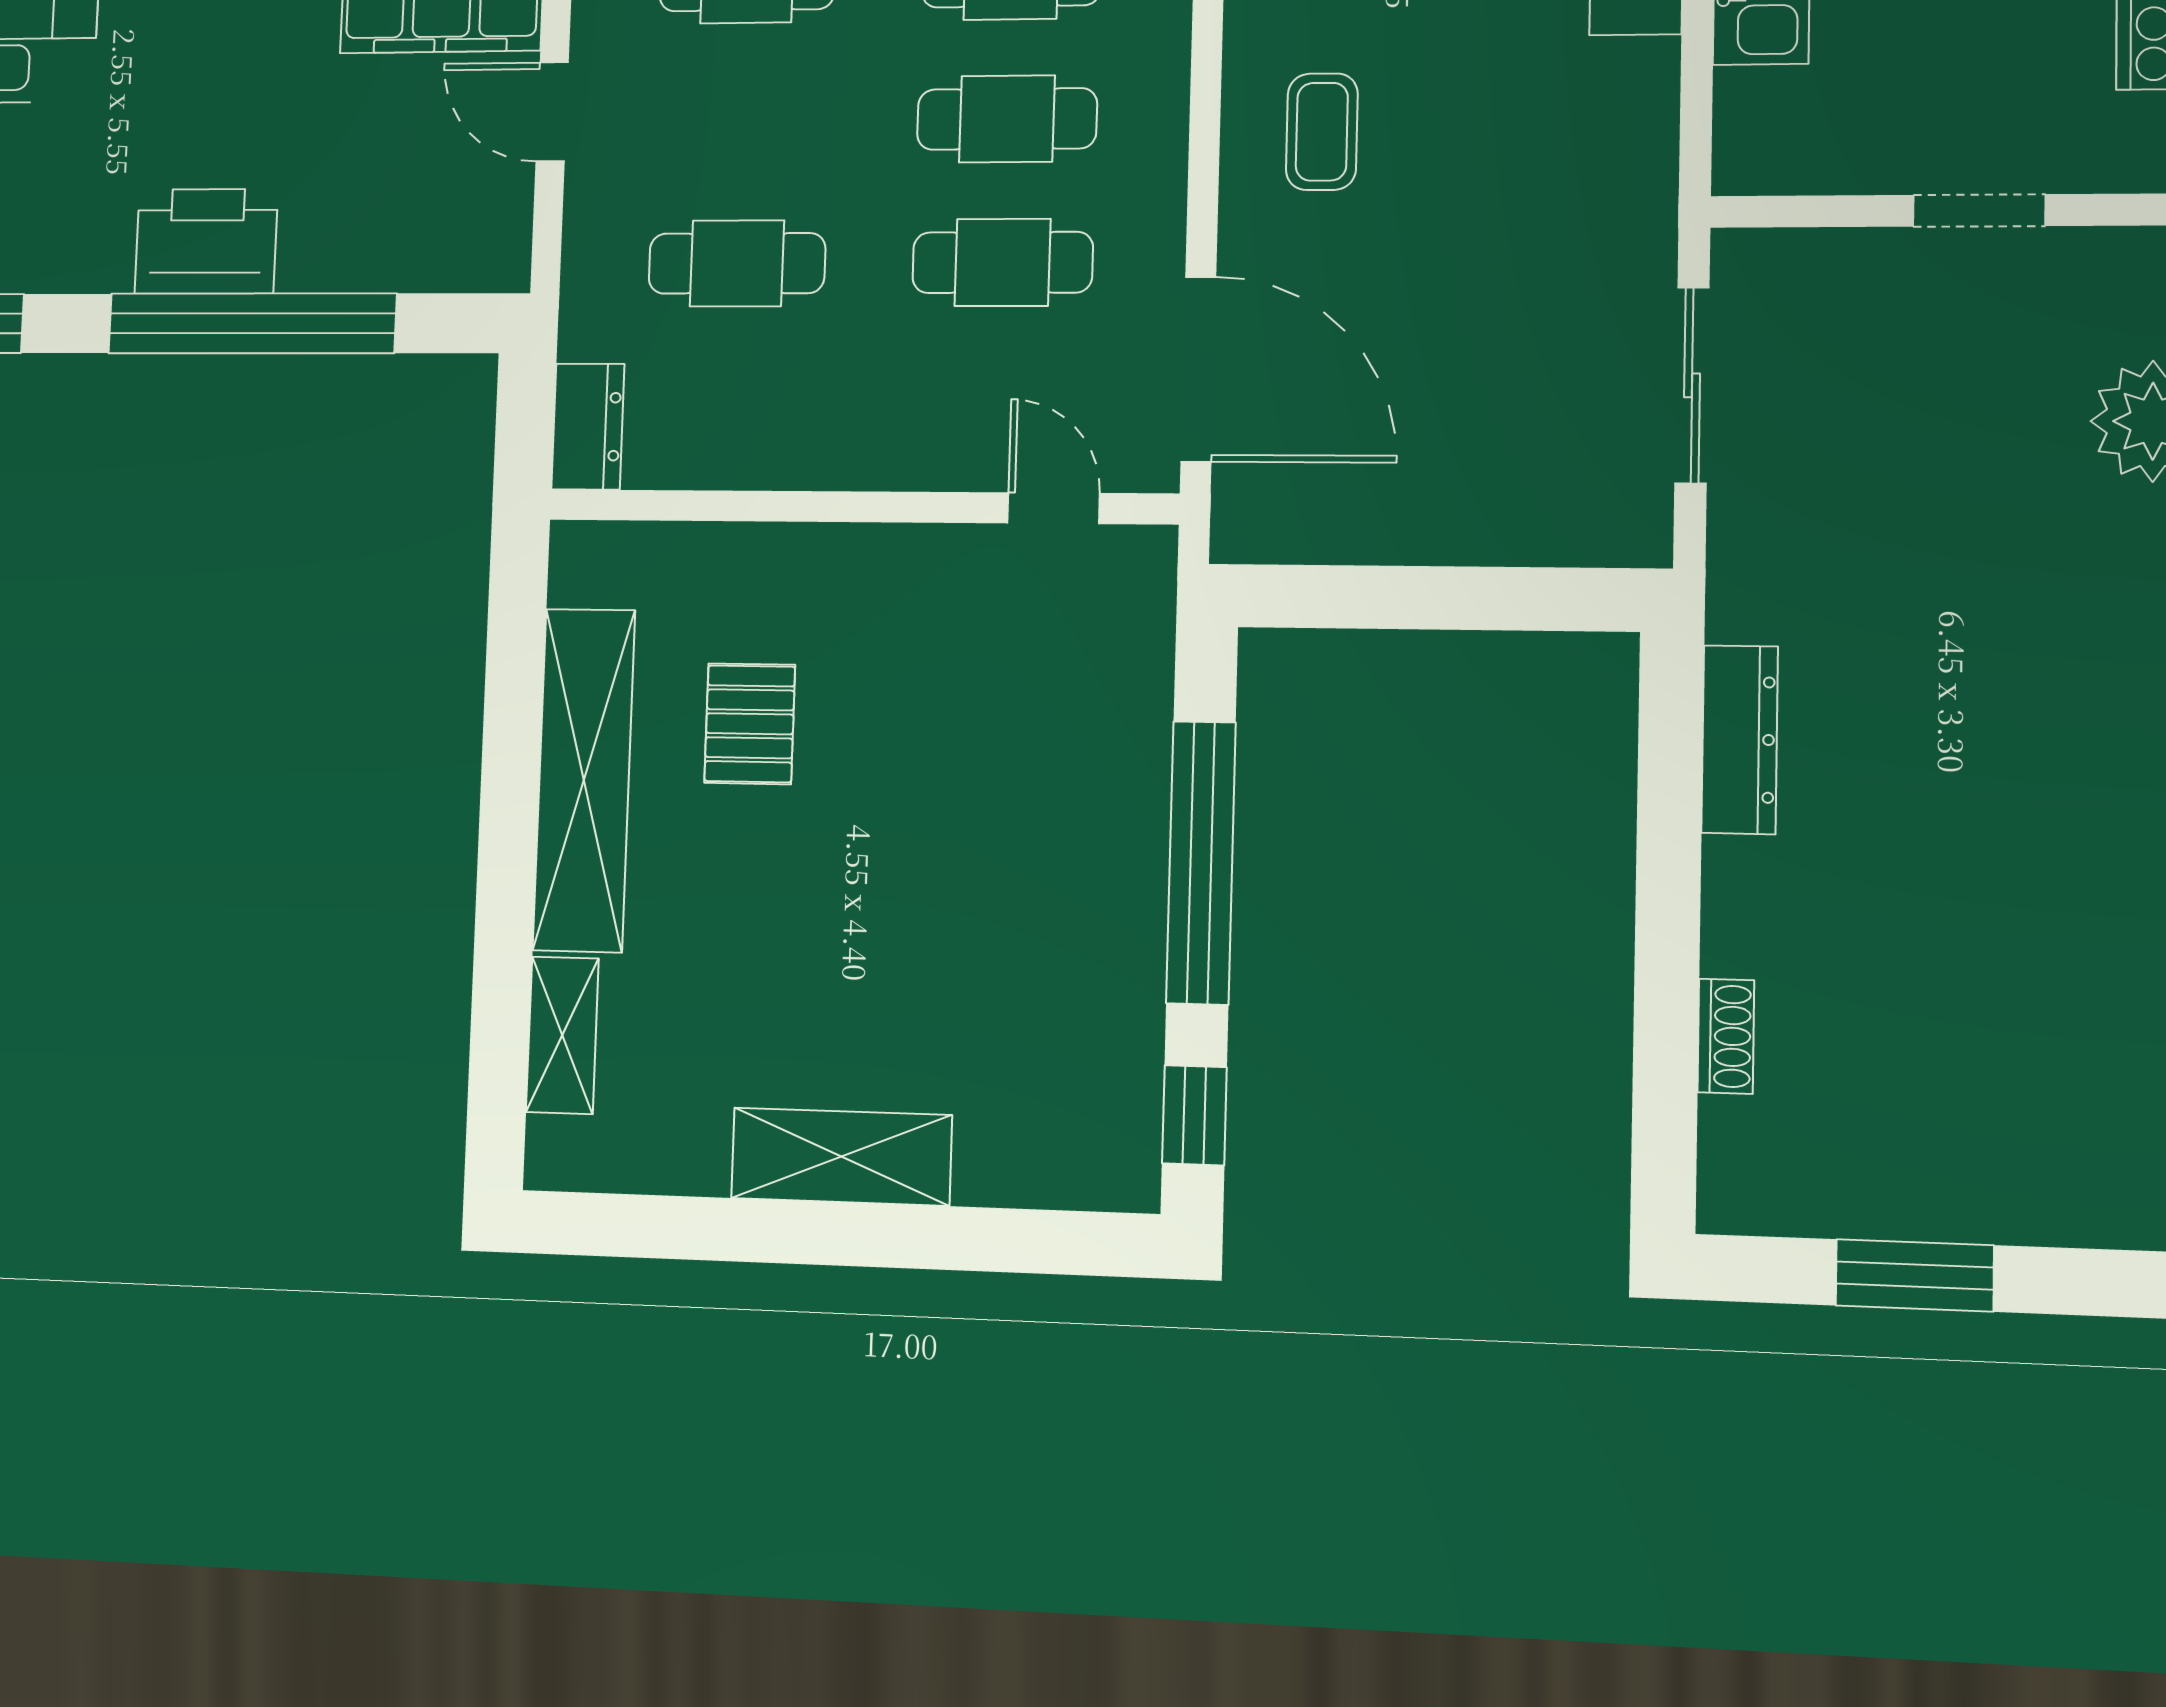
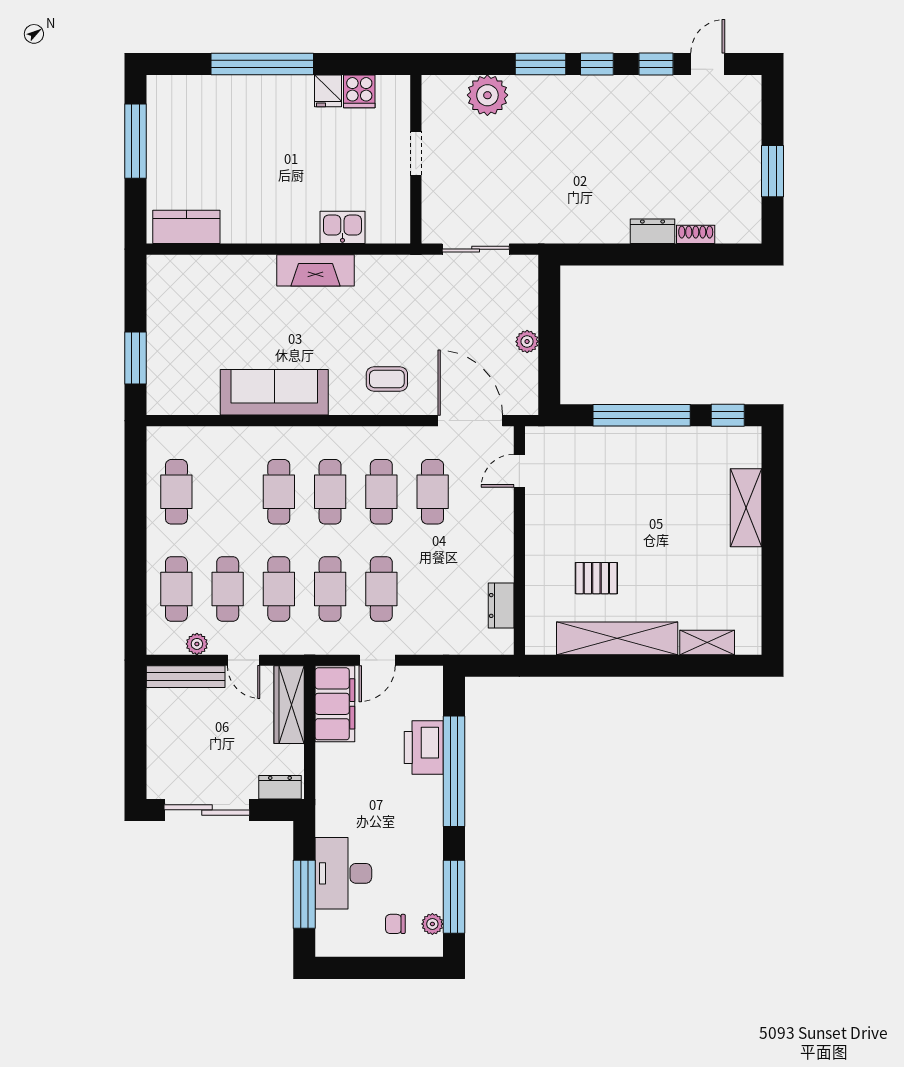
printer: (206, 241) -> (424, 747), moved
cafe table: (737, 263) -> (381, 589), moved
door: (1198, 369) -> (470, 421), hinge flipped
dresser: (588, 427) -> (501, 605), moved, turned -90
plant: (1420, 533) -> (527, 342), added
dresser: (1740, 740) -> (653, 231), moved, width x0.70
shelving: (841, 1157) -> (746, 508), moved

